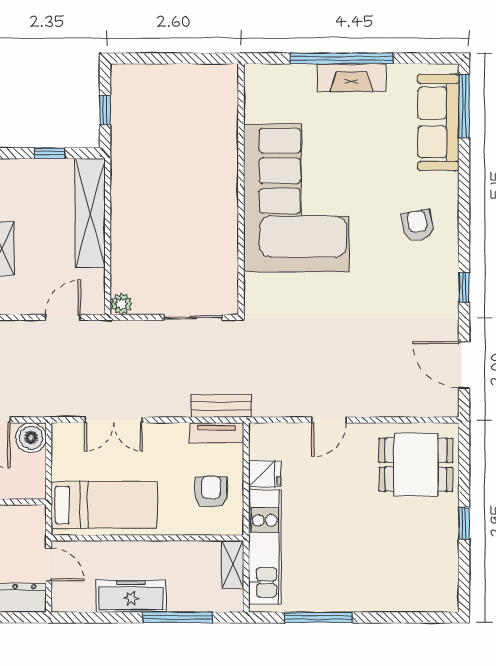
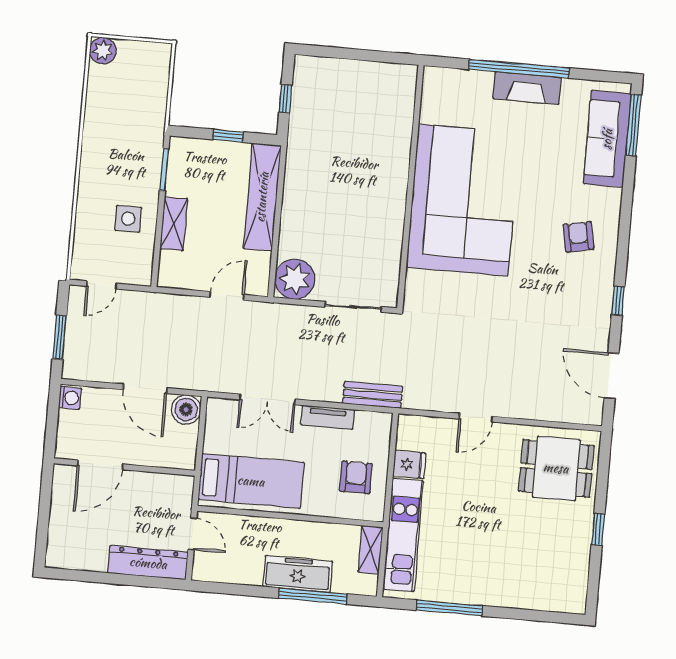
plant: (121, 304) -> (295, 279), width x1.88, depth x1.88
tv unit: (217, 433) -> (328, 417), moved
freezer: (131, 596) -> (298, 574), moved

